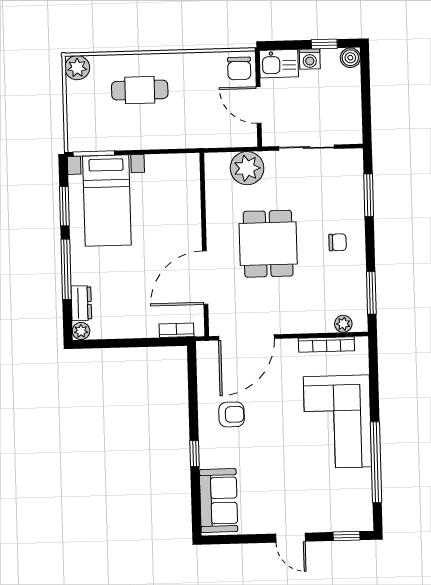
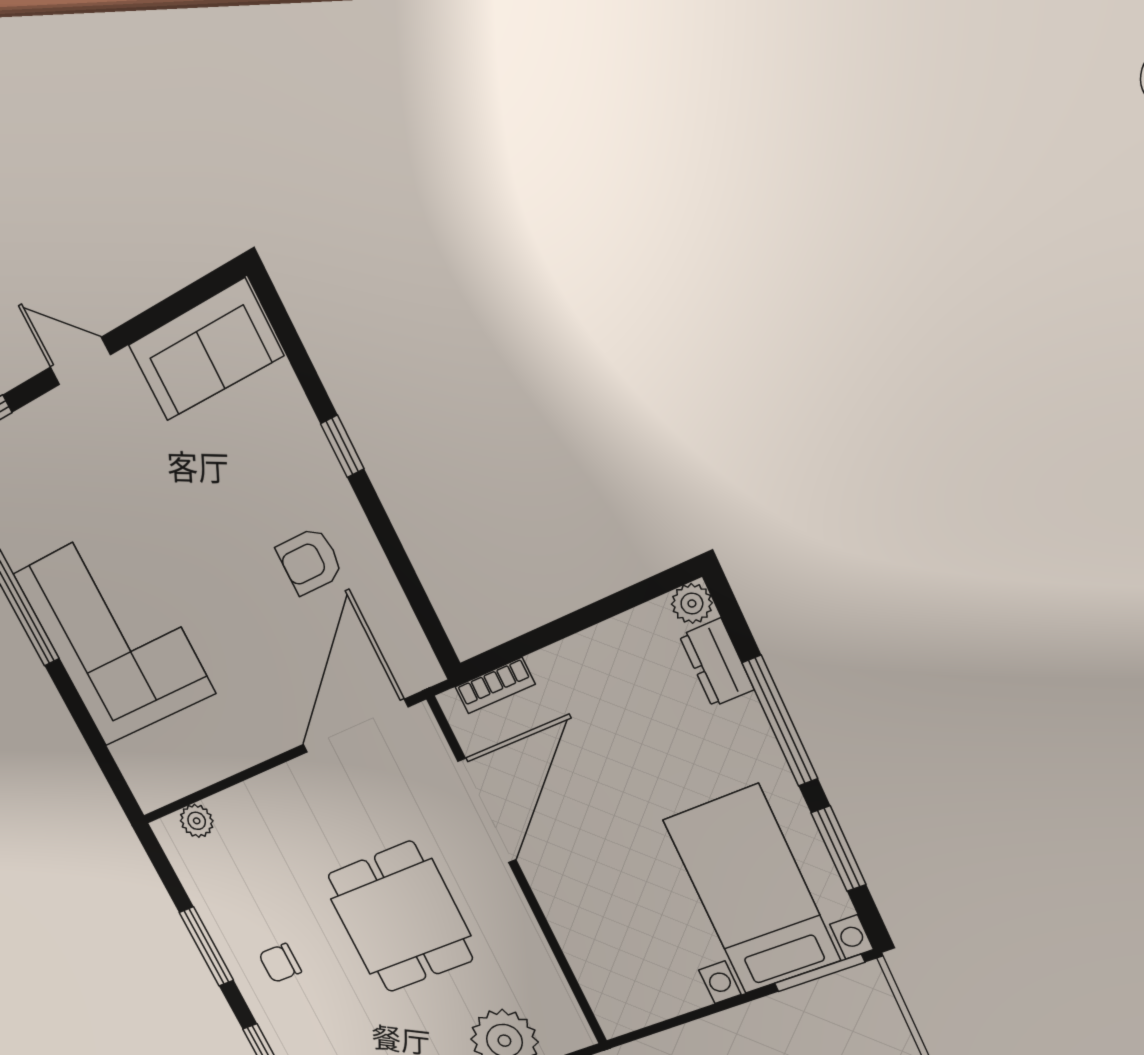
window: (371, 293) -> (206, 946), moved
bookcase: (326, 344) -> (206, 771), removed
sofa: (219, 501) -> (205, 350), moved, turned -90

